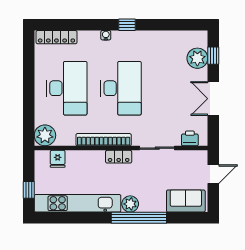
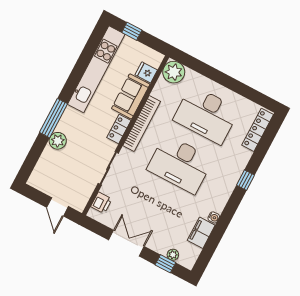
window: (127, 25) -> (246, 180), moved
water cooler: (106, 35) -> (214, 217), moved
filing cabinet: (170, 39) -> (201, 233), added
plant: (197, 58) -> (173, 255), width x0.53, depth x0.53
sofa: (186, 201) -> (131, 96), moved, turned 180
plant: (130, 204) -> (58, 141), moved
window: (139, 218) -> (54, 118), width x0.68

